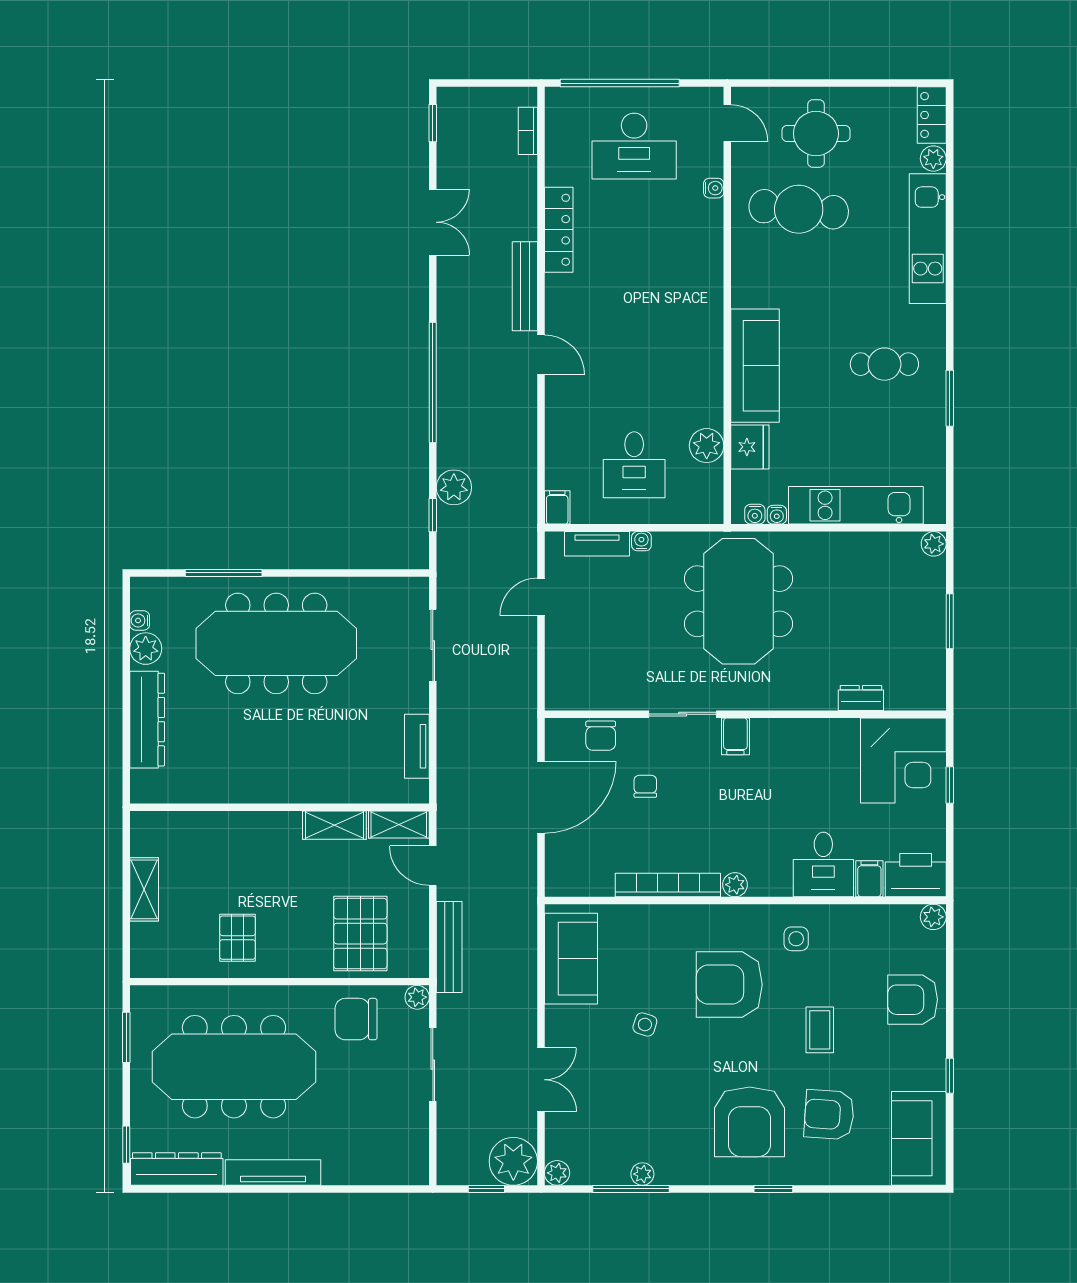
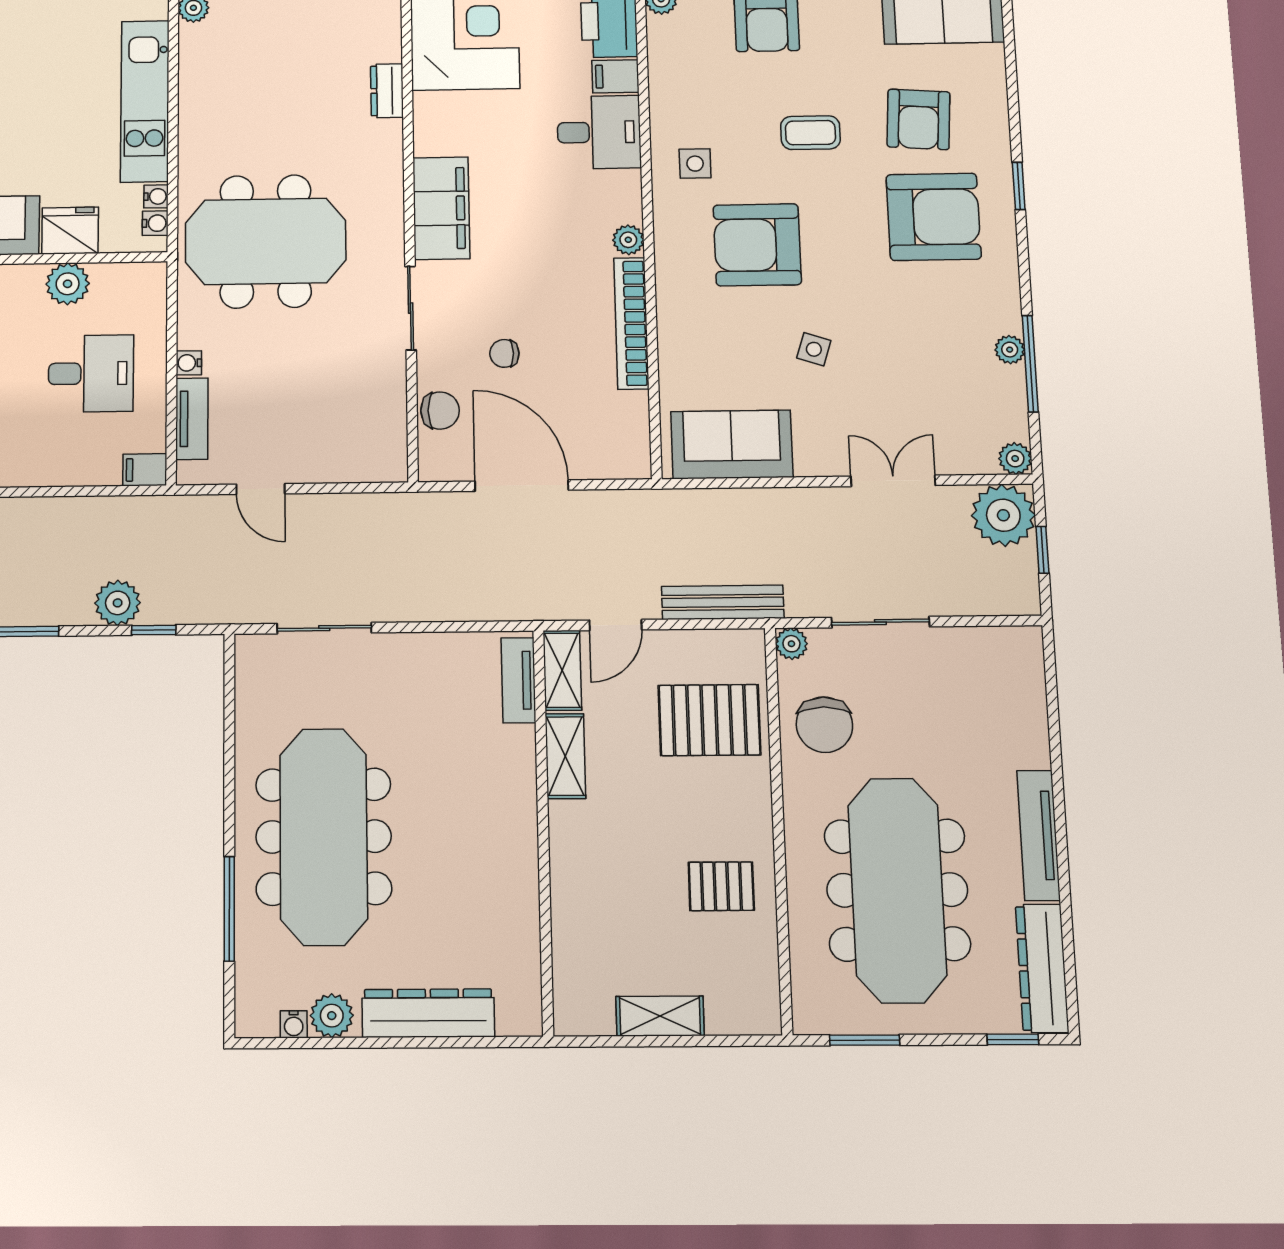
filing cabinet: (735, 736) -> (441, 208), width x3.00, depth x1.17
tv unit: (417, 746) -> (518, 680), moved, turned 90
armchair: (729, 985) -> (757, 245), turned 90

